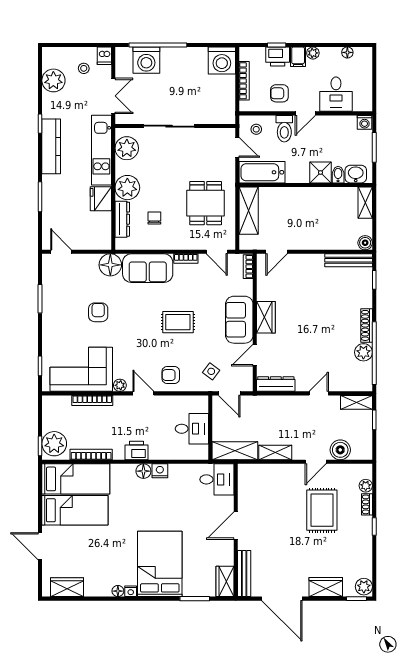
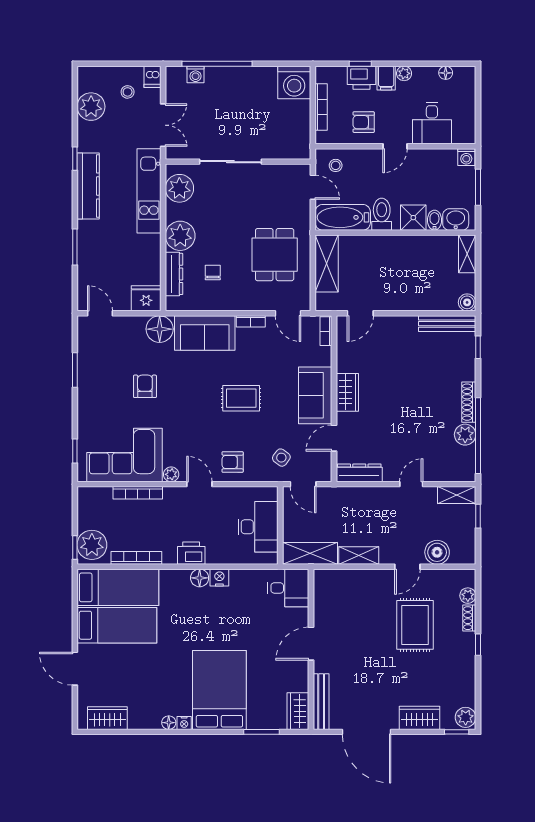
washing machine: (146, 60) -> (196, 74), width x0.53, depth x0.53
toilet: (284, 129) -> (382, 214), moved, turned 180
fridge: (101, 199) -> (146, 298), moved, turned 90
desk: (192, 429) -> (258, 527), width x1.37

